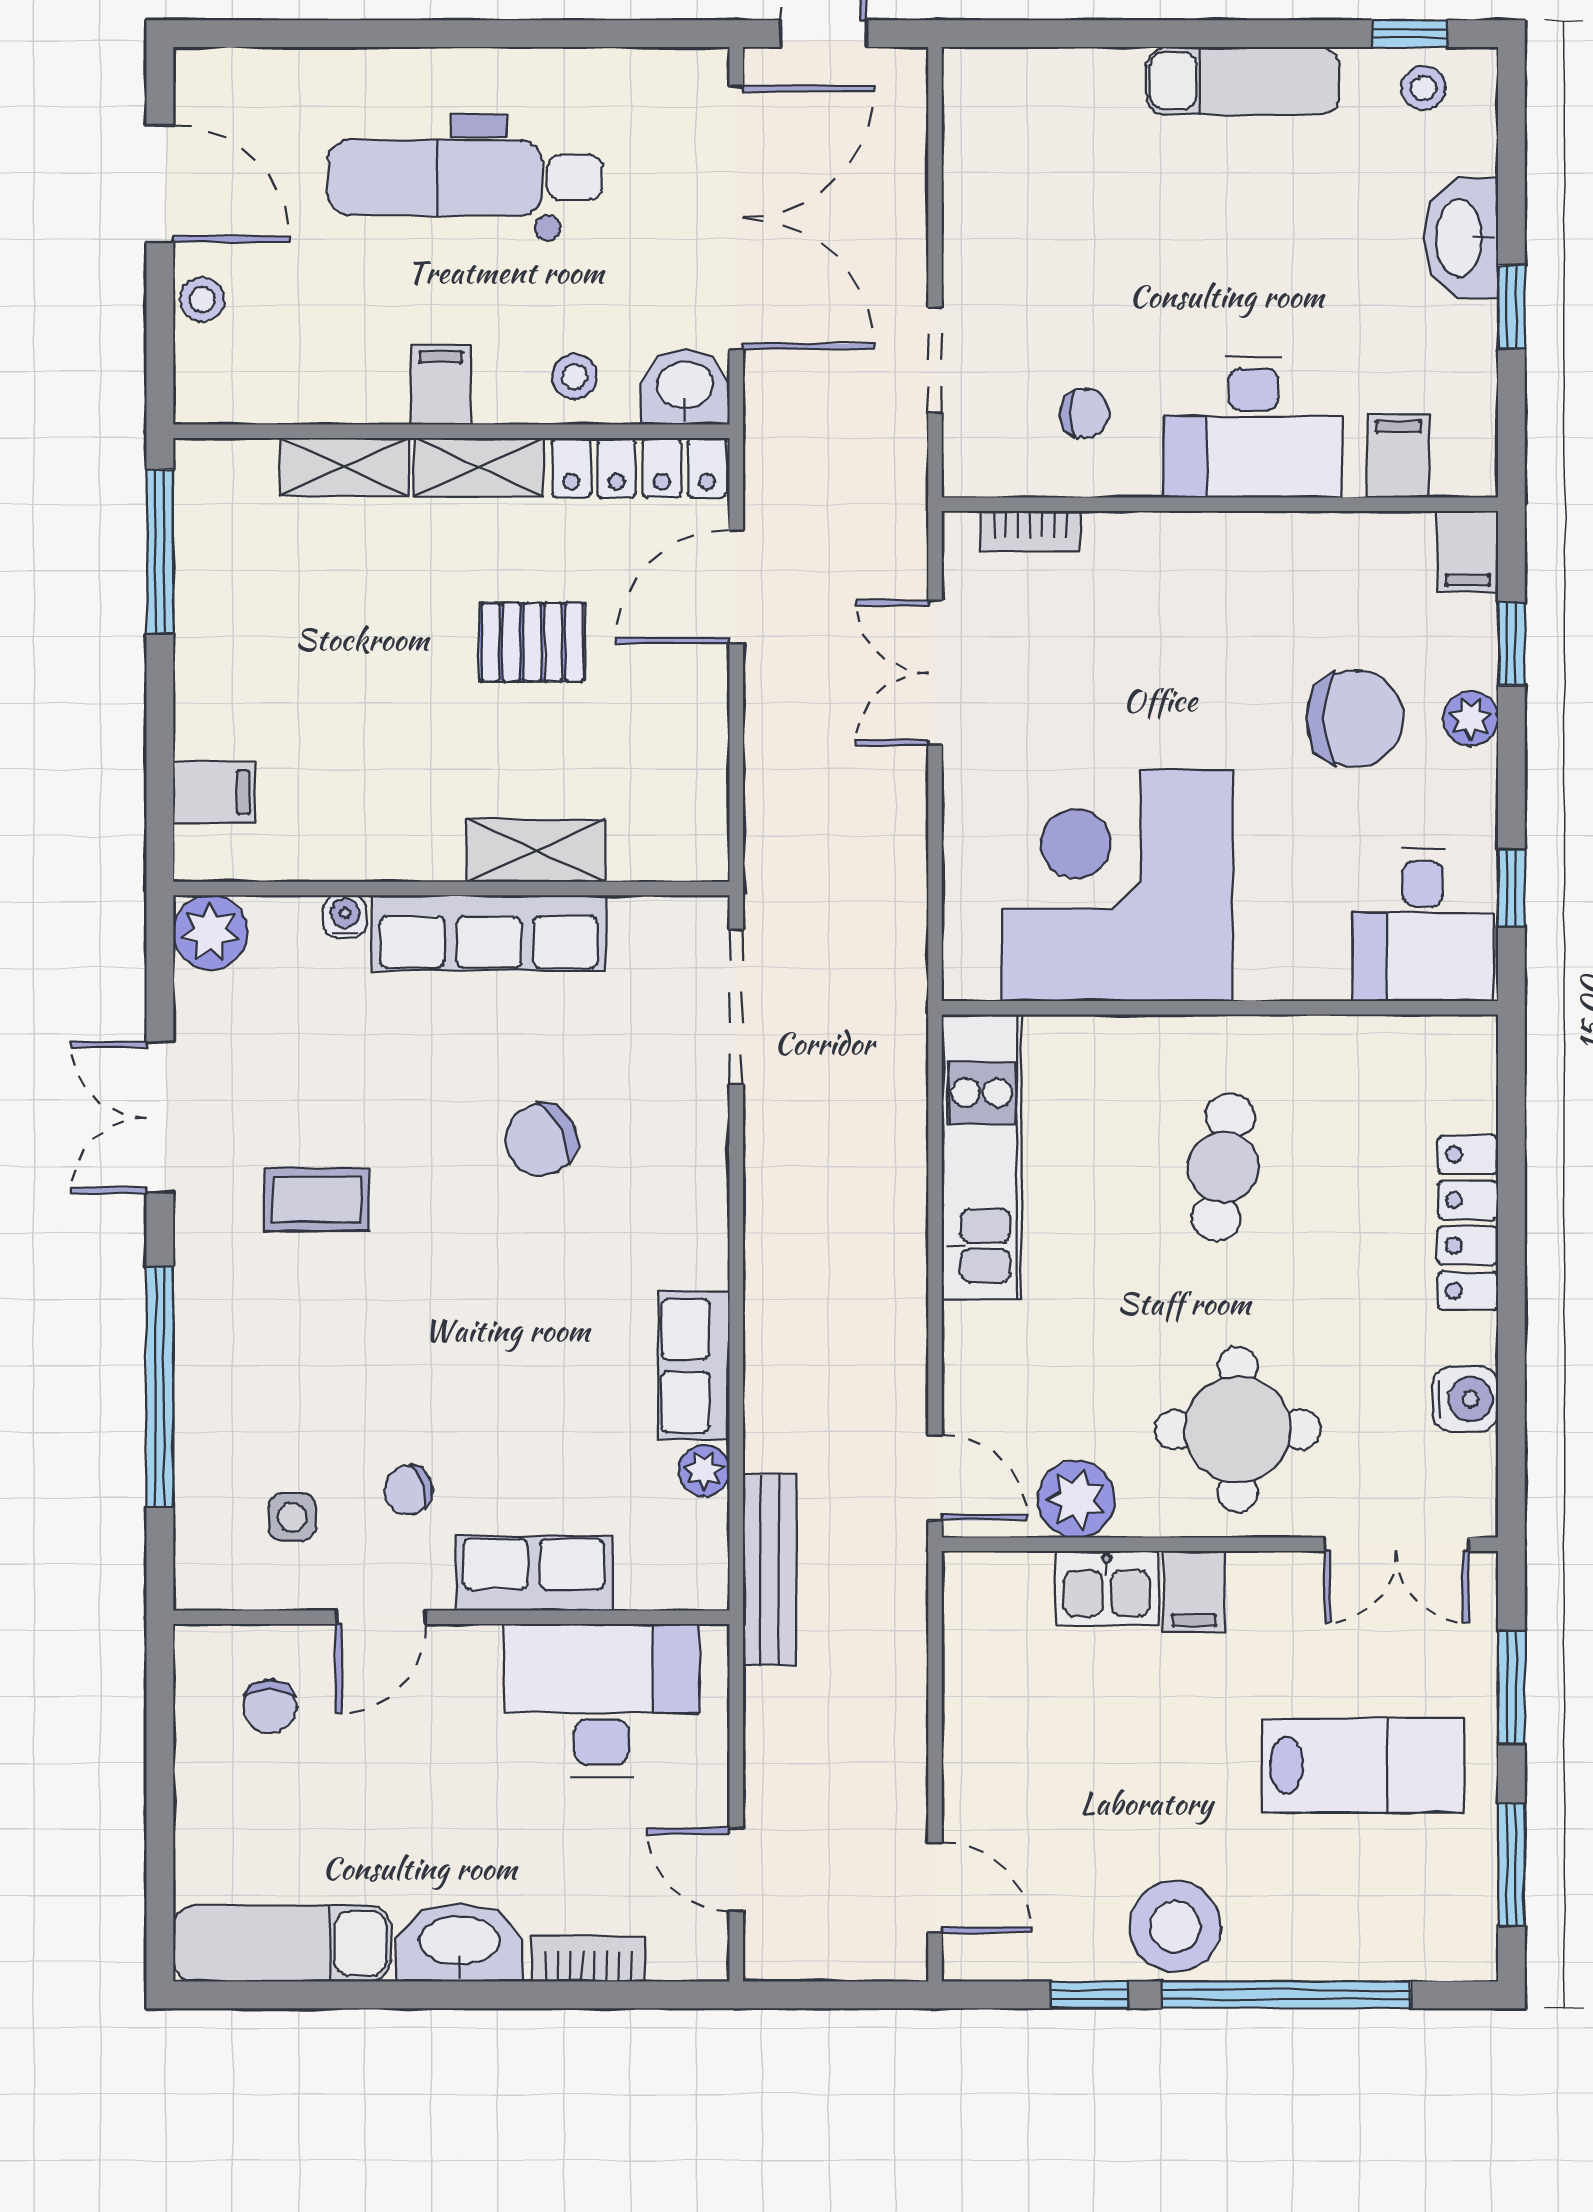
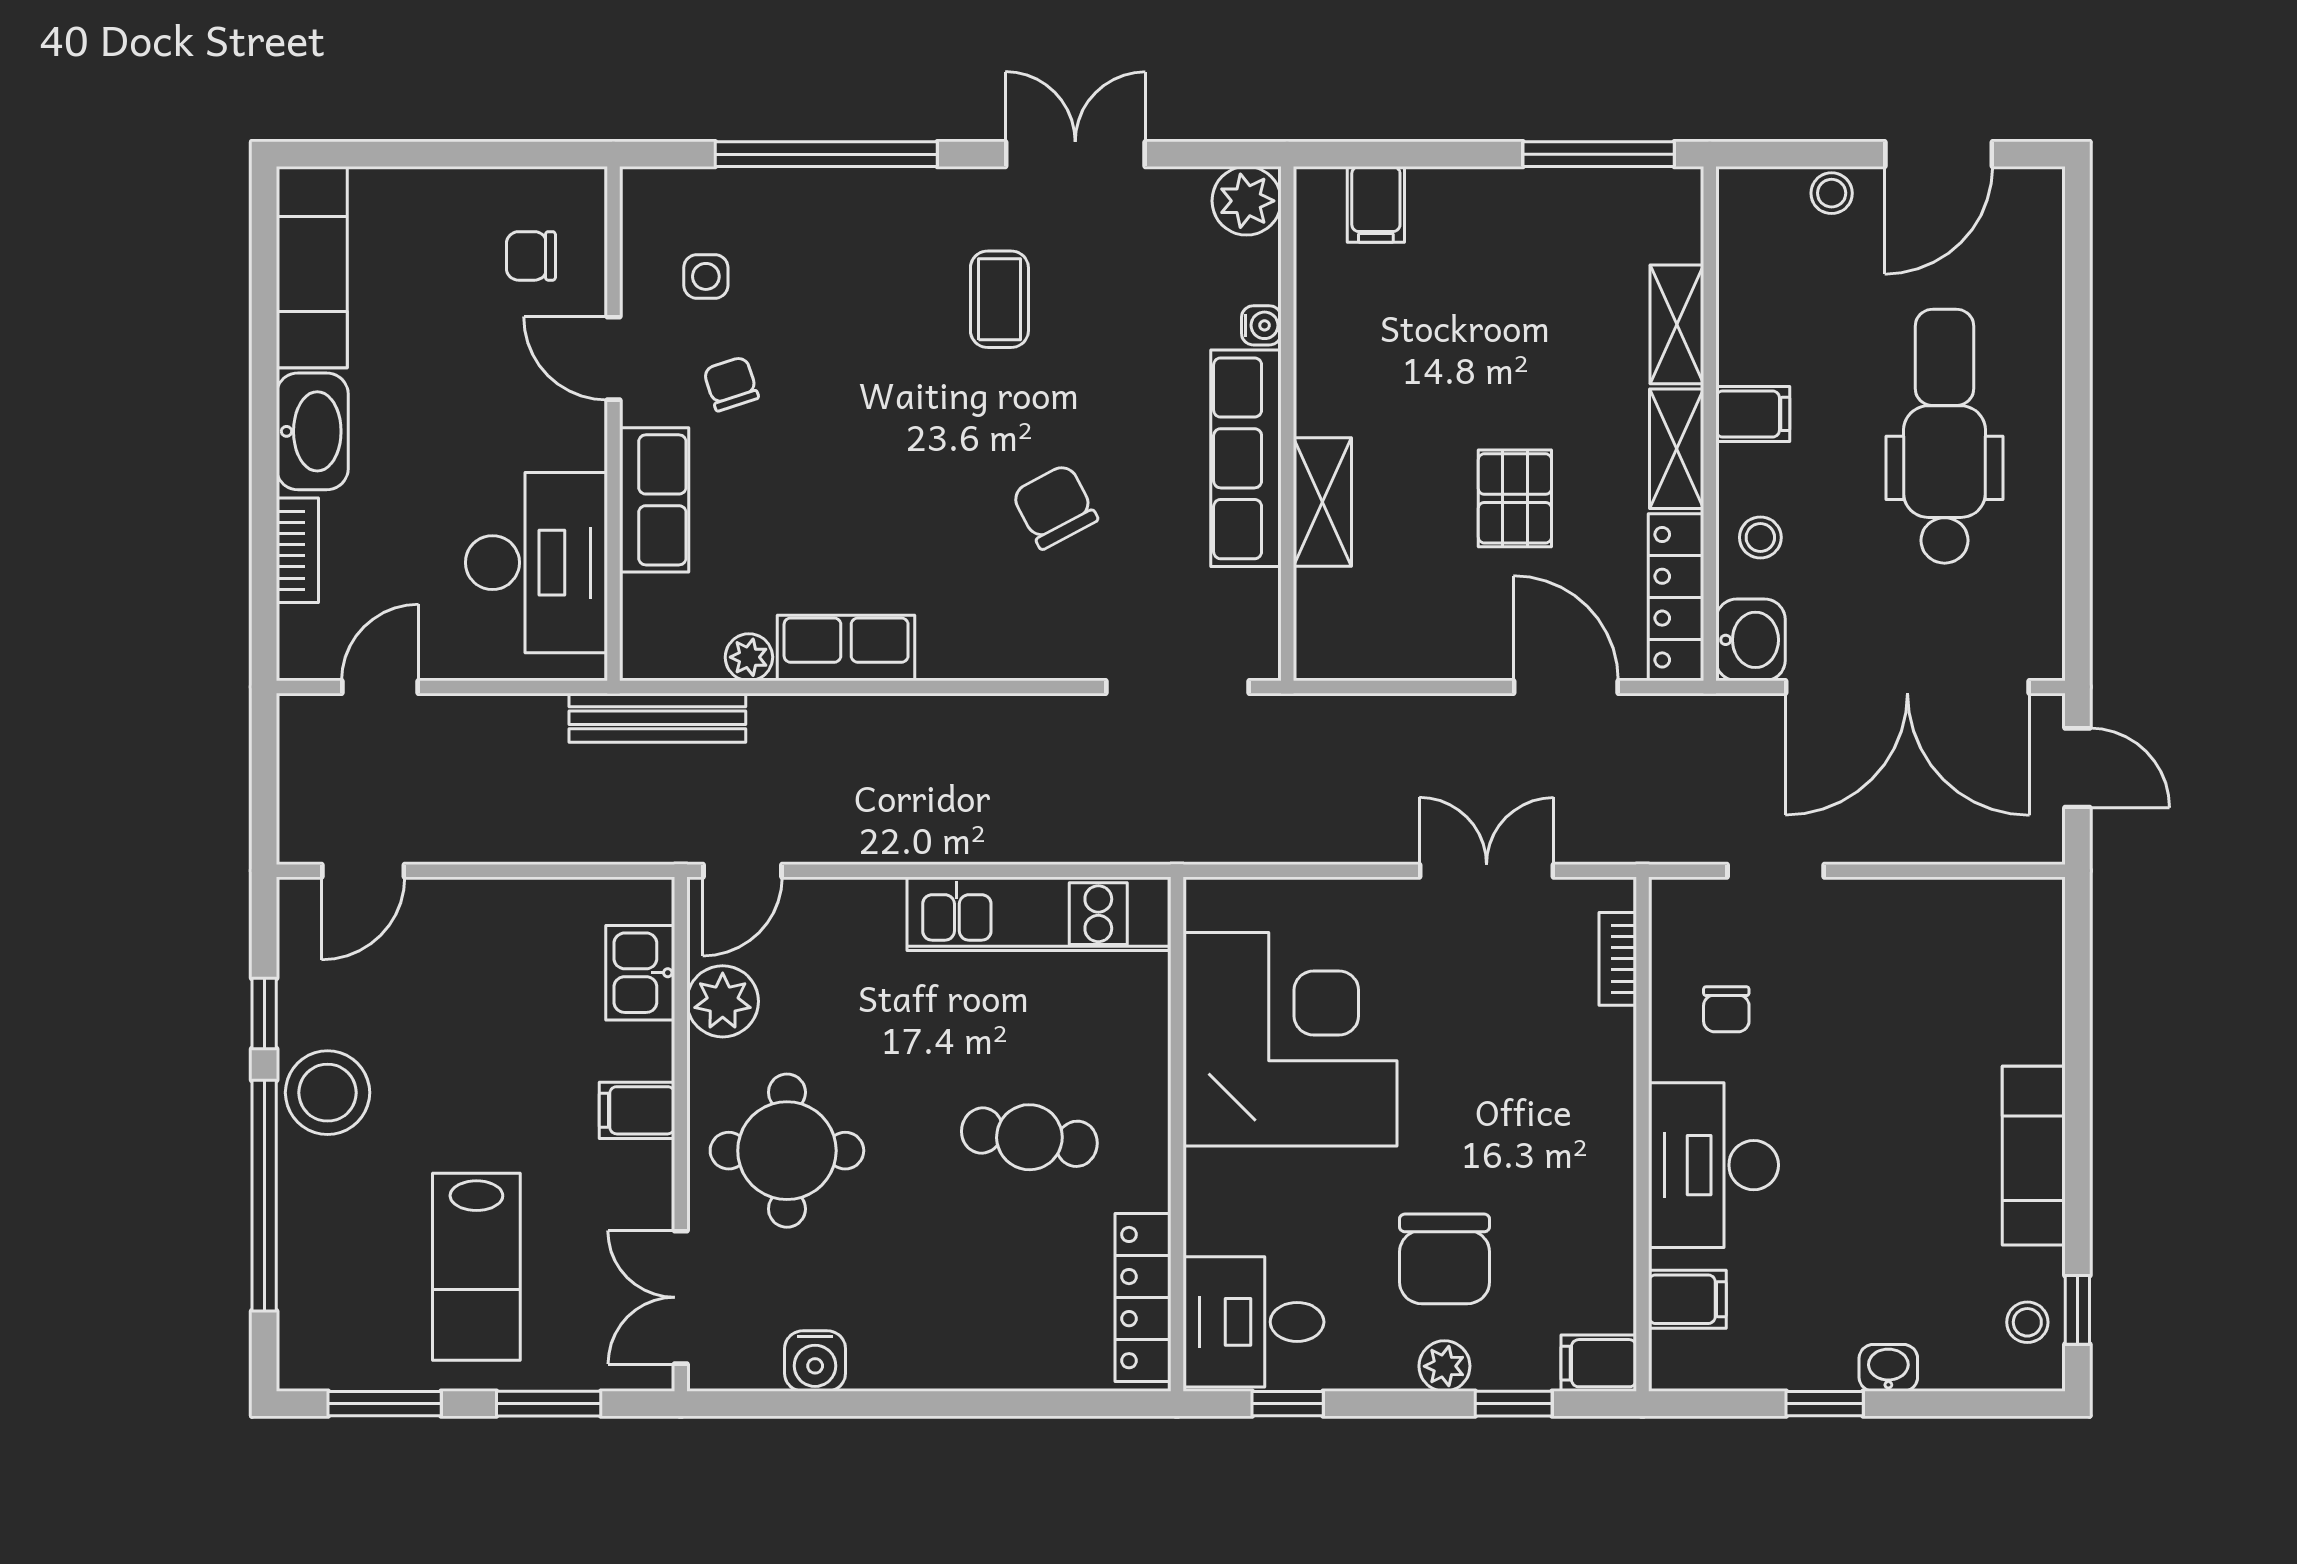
washbasin: (1461, 238) -> (1888, 1368), width x0.52, depth x0.69
locker: (1468, 1223) -> (1143, 1298), moved, turned -90
kitchen sink: (1107, 1588) -> (640, 973), moved

